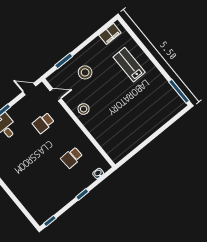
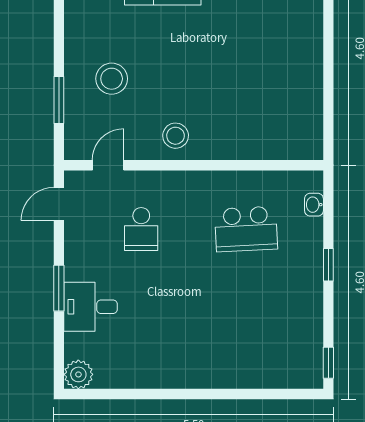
school desk: (72, 158) -> (246, 229), width x1.85

